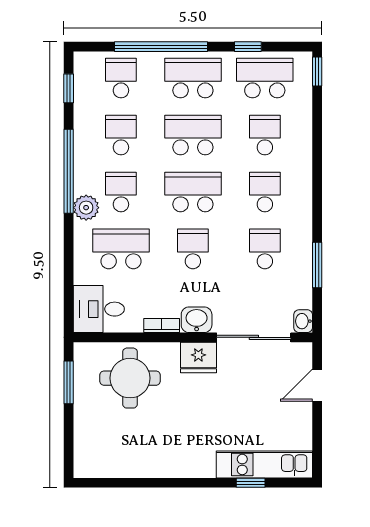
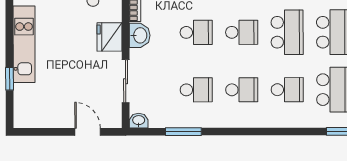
school desk: (193, 192) -> (242, 32), width x0.54
sliding door: (254, 337) -> (126, 81), width x0.73
kitchen unit: (264, 464) -> (24, 44), moved

